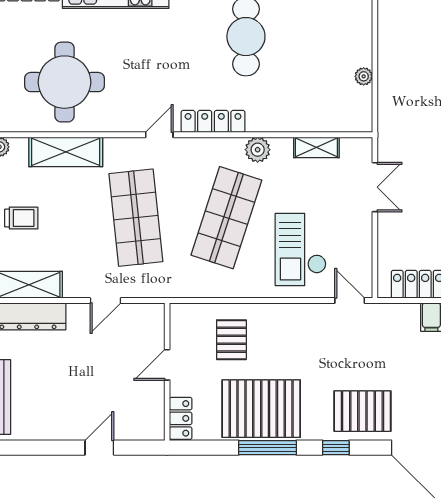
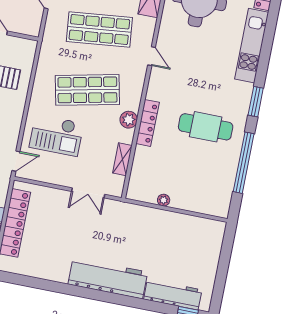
locker: (213, 121) -> (148, 123), moved
shop shelf: (226, 218) -> (87, 90), turned -30
checkout: (301, 249) -> (56, 135), turned 180

